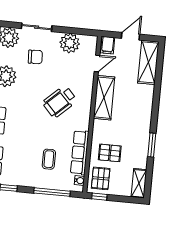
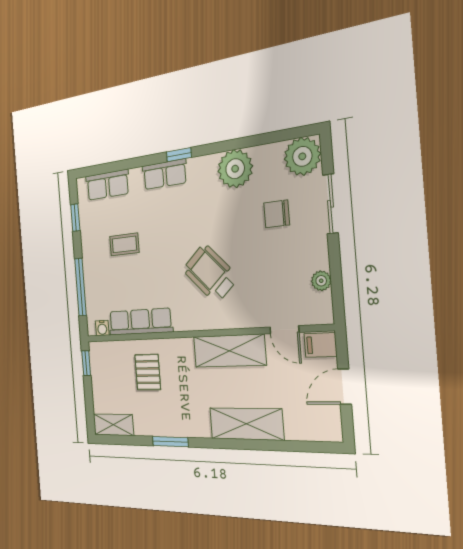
door: (130, 36) -> (345, 387), swing flipped
plant: (70, 43) -> (321, 281), width x0.53, depth x0.53
chair: (35, 57) -> (277, 214), turned 93
shelving: (148, 62) -> (246, 424), moved
coffee table: (49, 159) -> (124, 244), moved
pallet: (101, 178) -> (110, 362), removed

